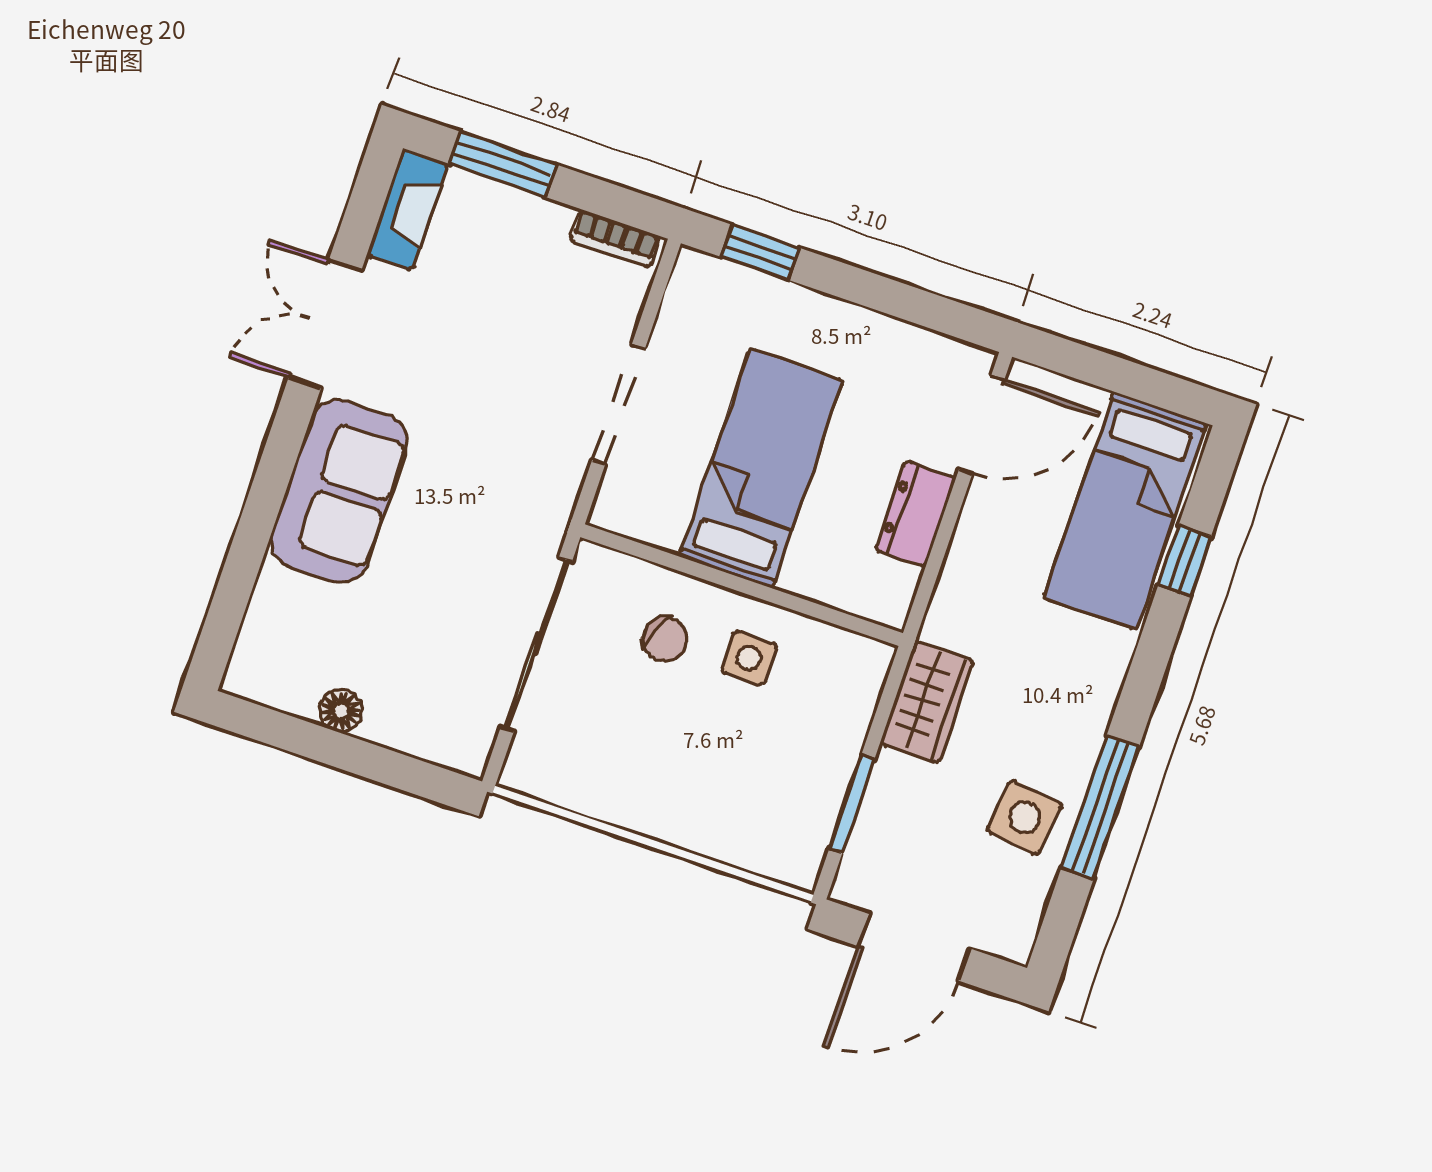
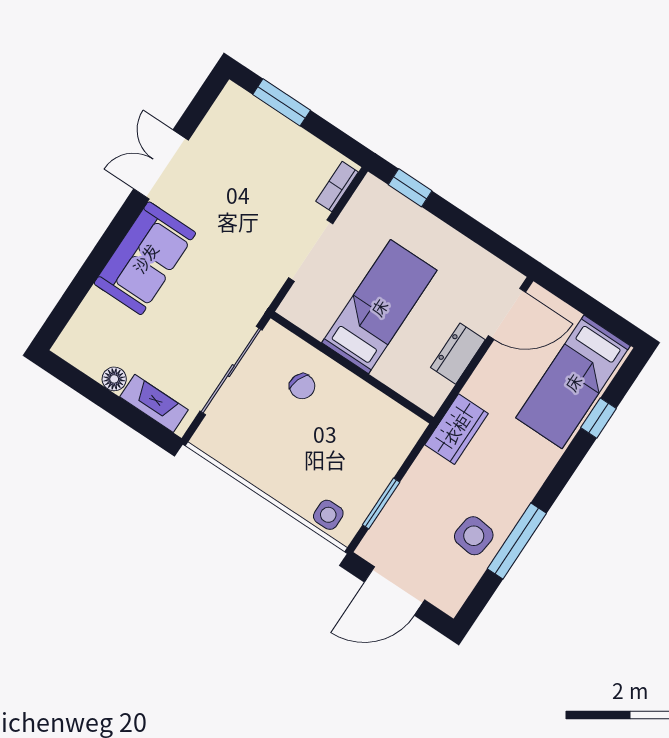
fireplace: (408, 209) -> (154, 403), moved, turned -90
bookcase: (615, 239) -> (337, 187), moved, turned 90
side table: (749, 658) -> (328, 515), moved
wardrobe: (927, 702) -> (456, 429), moved

